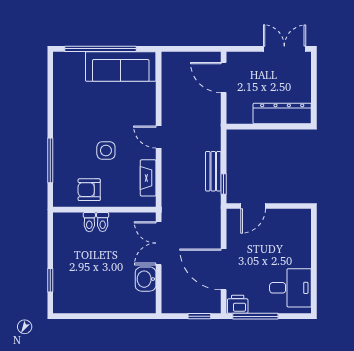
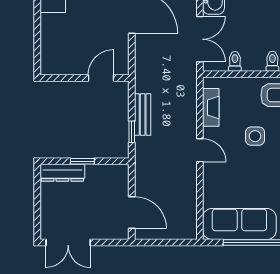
dresser: (282, 113) -> (62, 173), width x0.73, depth x0.80
window: (271, 127) -> (82, 161), added
window: (224, 184) -> (132, 132), moved
toilet: (103, 222) -> (235, 61), moved

